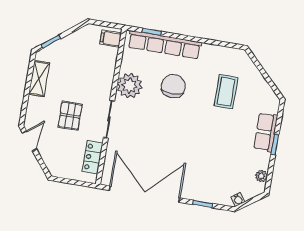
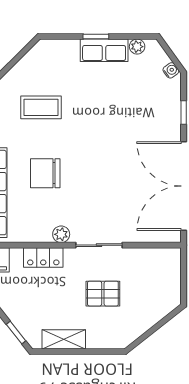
plant: (129, 86) -> (61, 234), width x0.53, depth x0.53
row of seats: (266, 132) -> (104, 50), moved
door: (29, 141) -> (142, 338), removed
locker: (93, 157) -> (43, 257), moved

